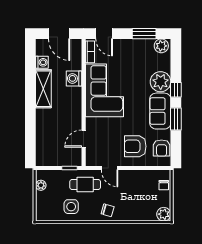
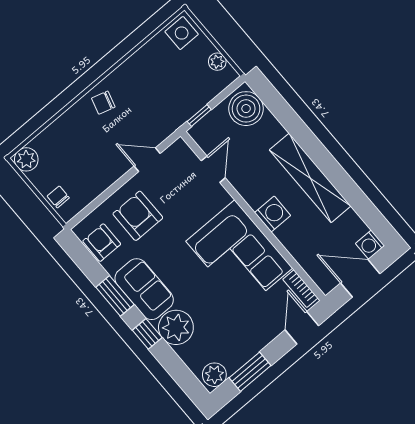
door: (104, 34) -> (302, 328), hinge flipped
washing machine: (42, 62) -> (370, 245), moved
washing machine: (74, 78) -> (273, 214), moved
shelving: (43, 89) -> (310, 178), width x1.47
armchair: (135, 146) -> (138, 216), turned -90
boiler: (46, 153) -> (246, 109), added
cafe table: (85, 184) -> (161, 111), removed
side table: (71, 207) -> (182, 33), moved

